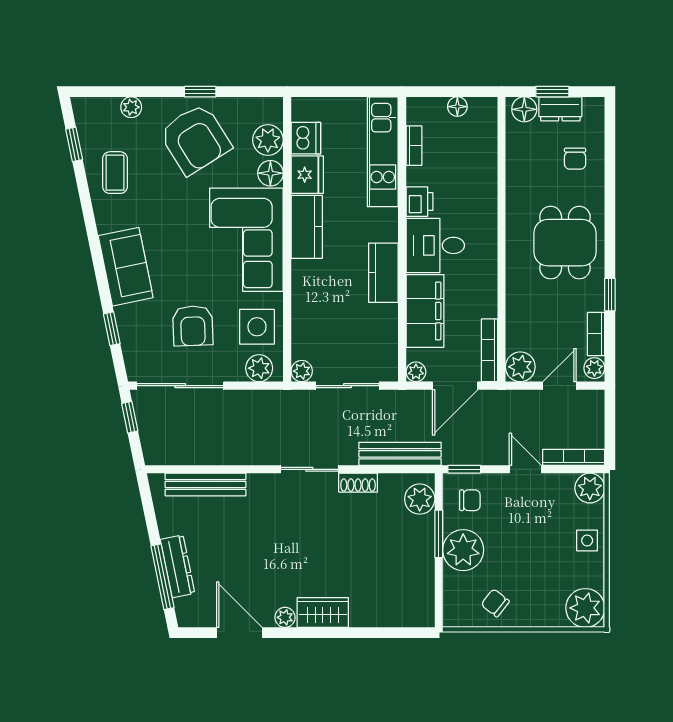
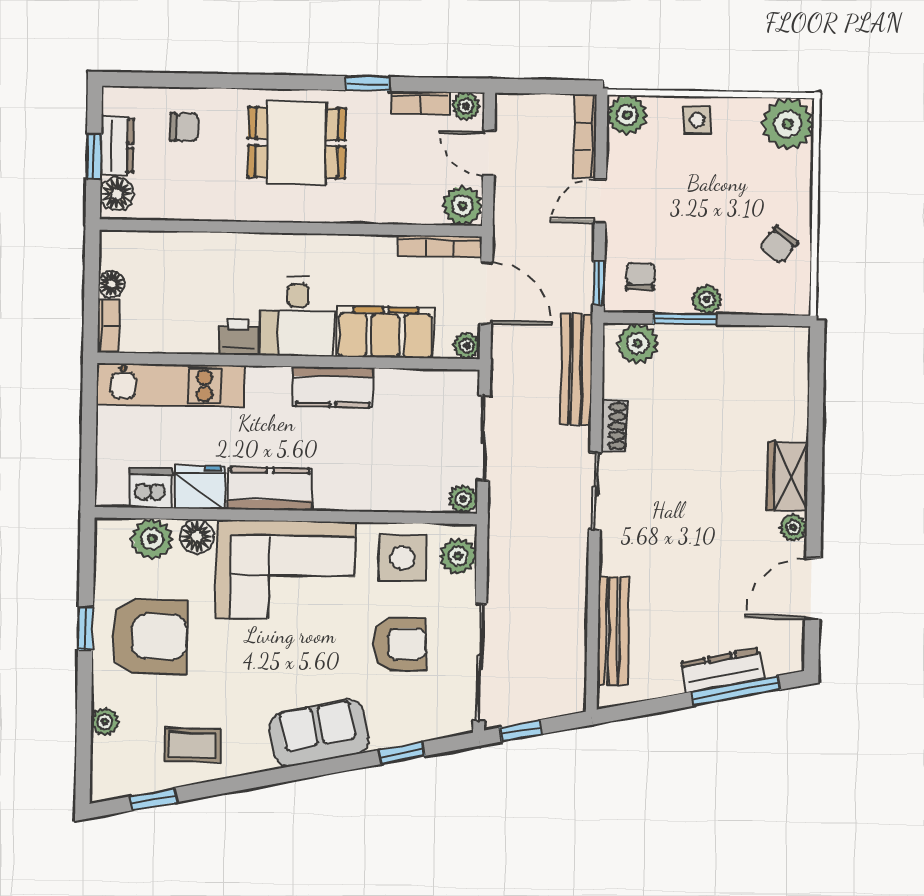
armchair: (195, 139) -> (149, 637), turned 32
bookcase: (414, 146) -> (108, 326), moved, turned 90
plant: (463, 550) -> (707, 299), width x0.53, depth x0.53

